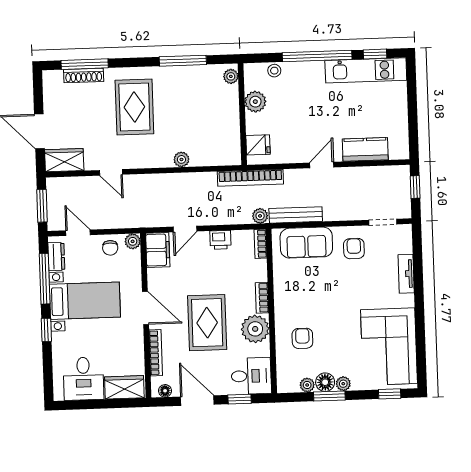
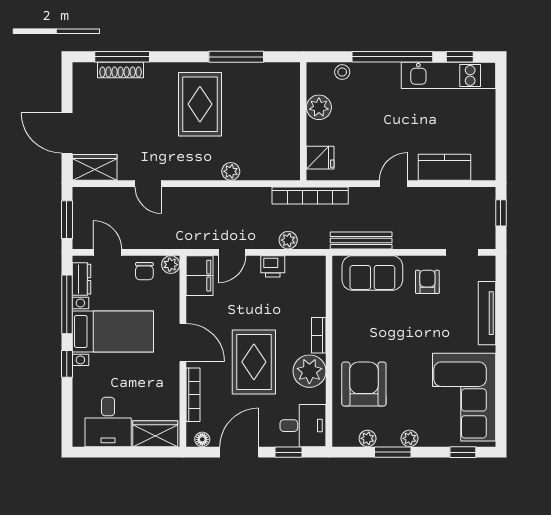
plant: (231, 76) -> (291, 77), removed
rug: (134, 107) -> (200, 104), moved
plant: (260, 216) -> (288, 240), moved
bookcase: (260, 244) -> (319, 272), removed
tv unit: (406, 274) -> (487, 313), width x1.41
armchair: (302, 338) -> (364, 384), width x1.88, depth x1.88
floor lamp: (325, 382) -> (389, 436), removed
door: (197, 401) -> (239, 452), hinge flipped

